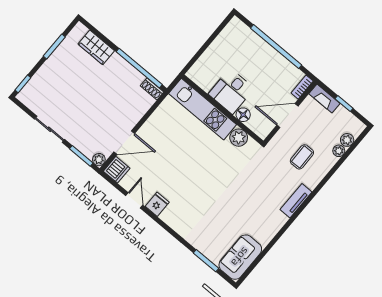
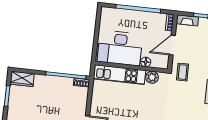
wardrobe: (96, 47) -> (22, 79), moved
desk: (231, 91) -> (120, 48), width x1.87, depth x1.30
coffee table: (302, 157) -> (183, 72), moved

